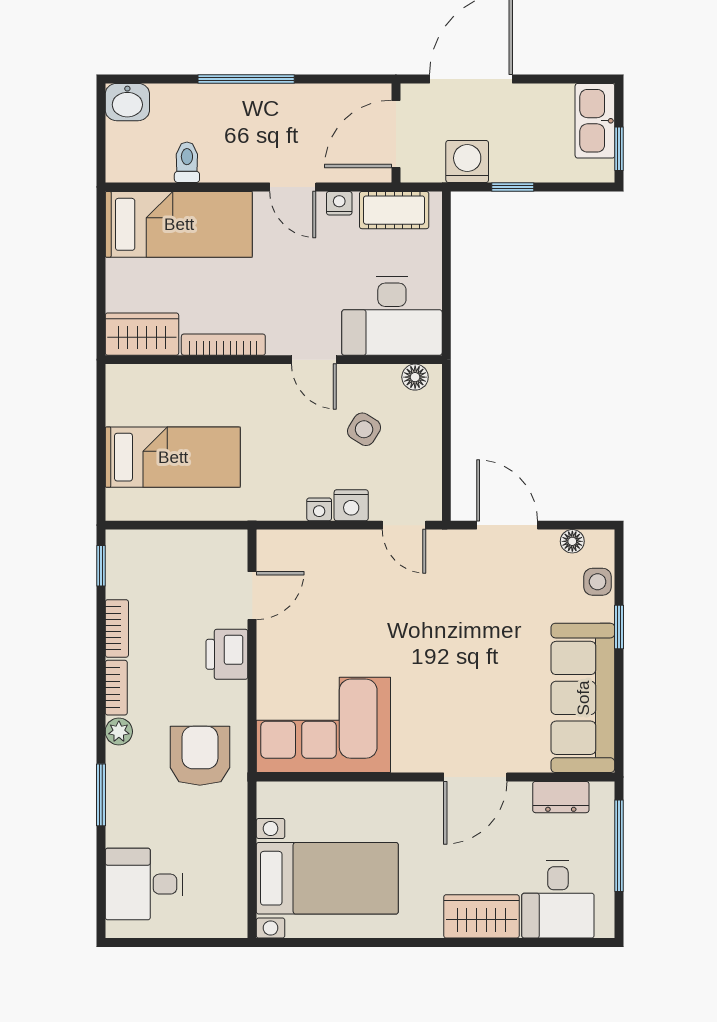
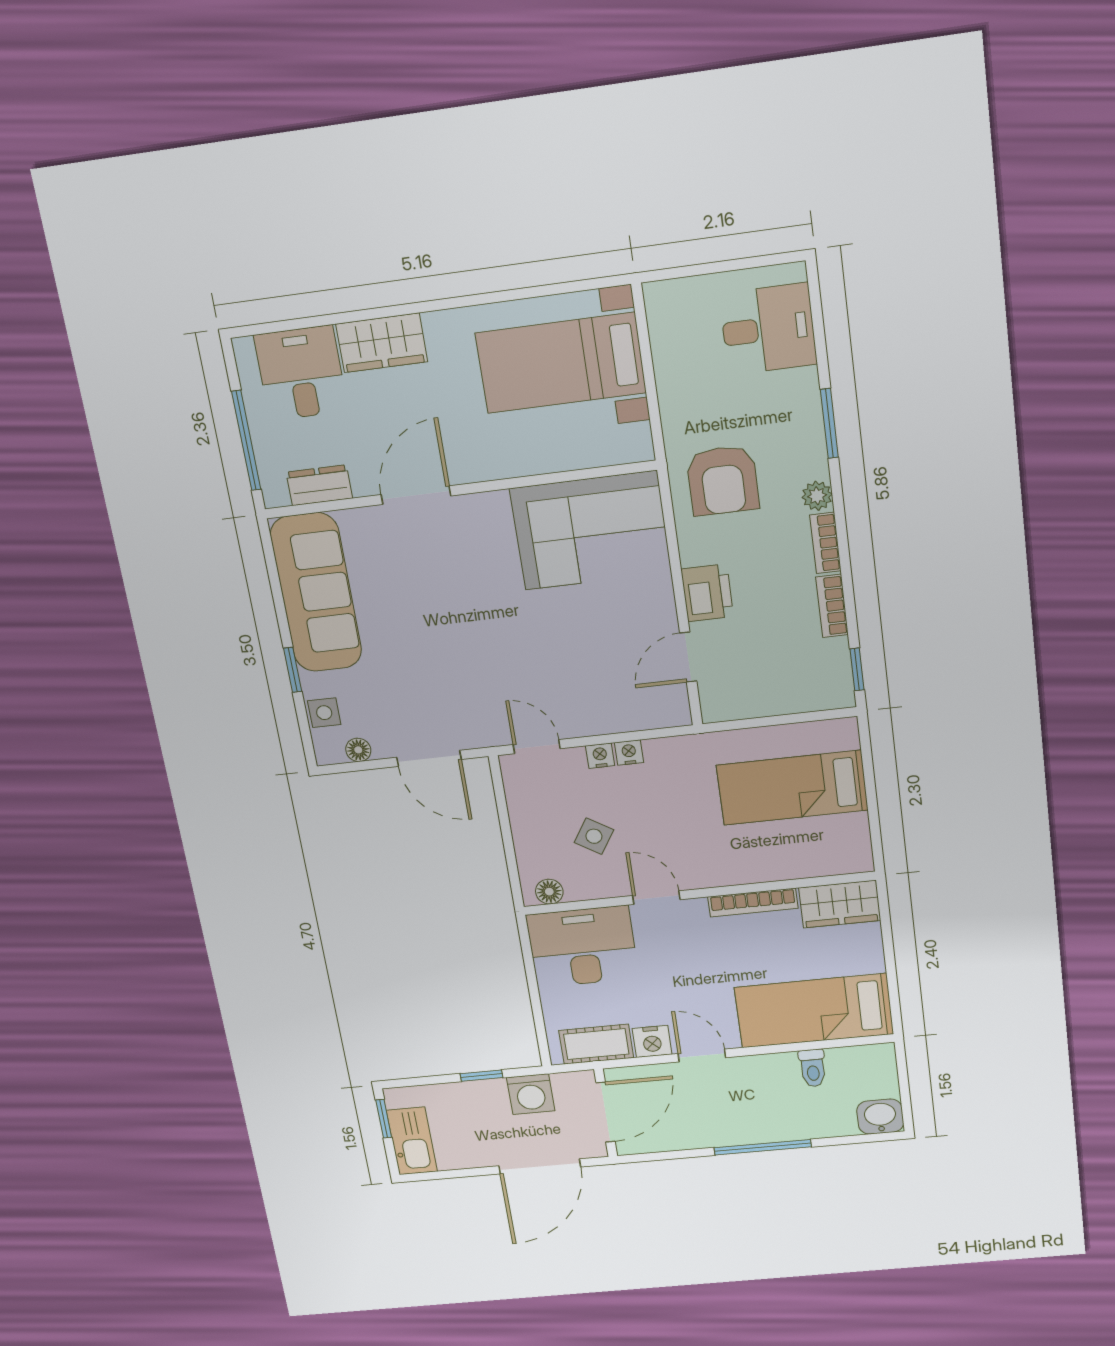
nightstand: (339, 203) -> (652, 1041), width x1.39, depth x1.35
nightstand: (351, 505) -> (600, 756), width x0.72, depth x0.74

